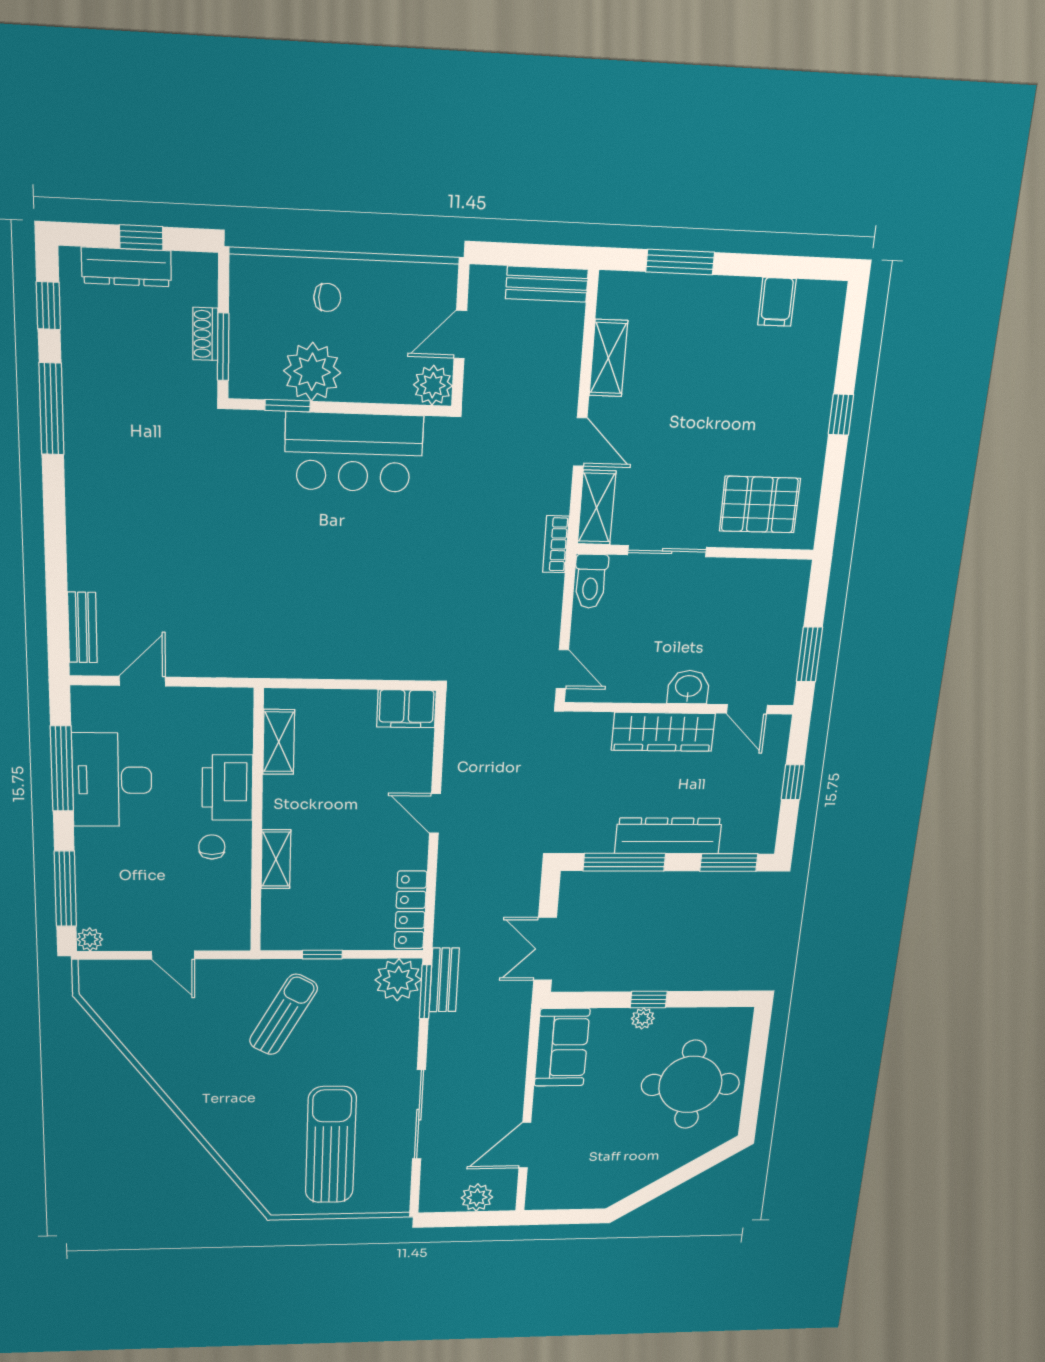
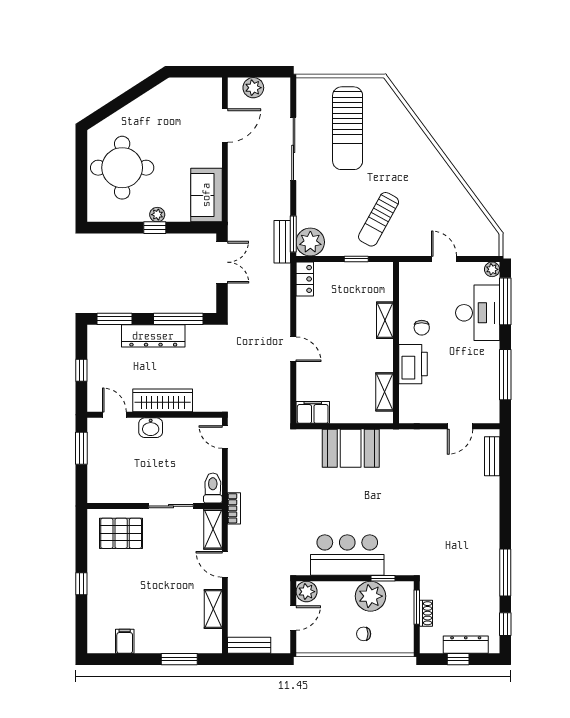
booth: (341, 646) -> (351, 448), added
desk: (112, 780) -> (478, 313), moved
locker: (411, 910) -> (305, 279), width x0.66

